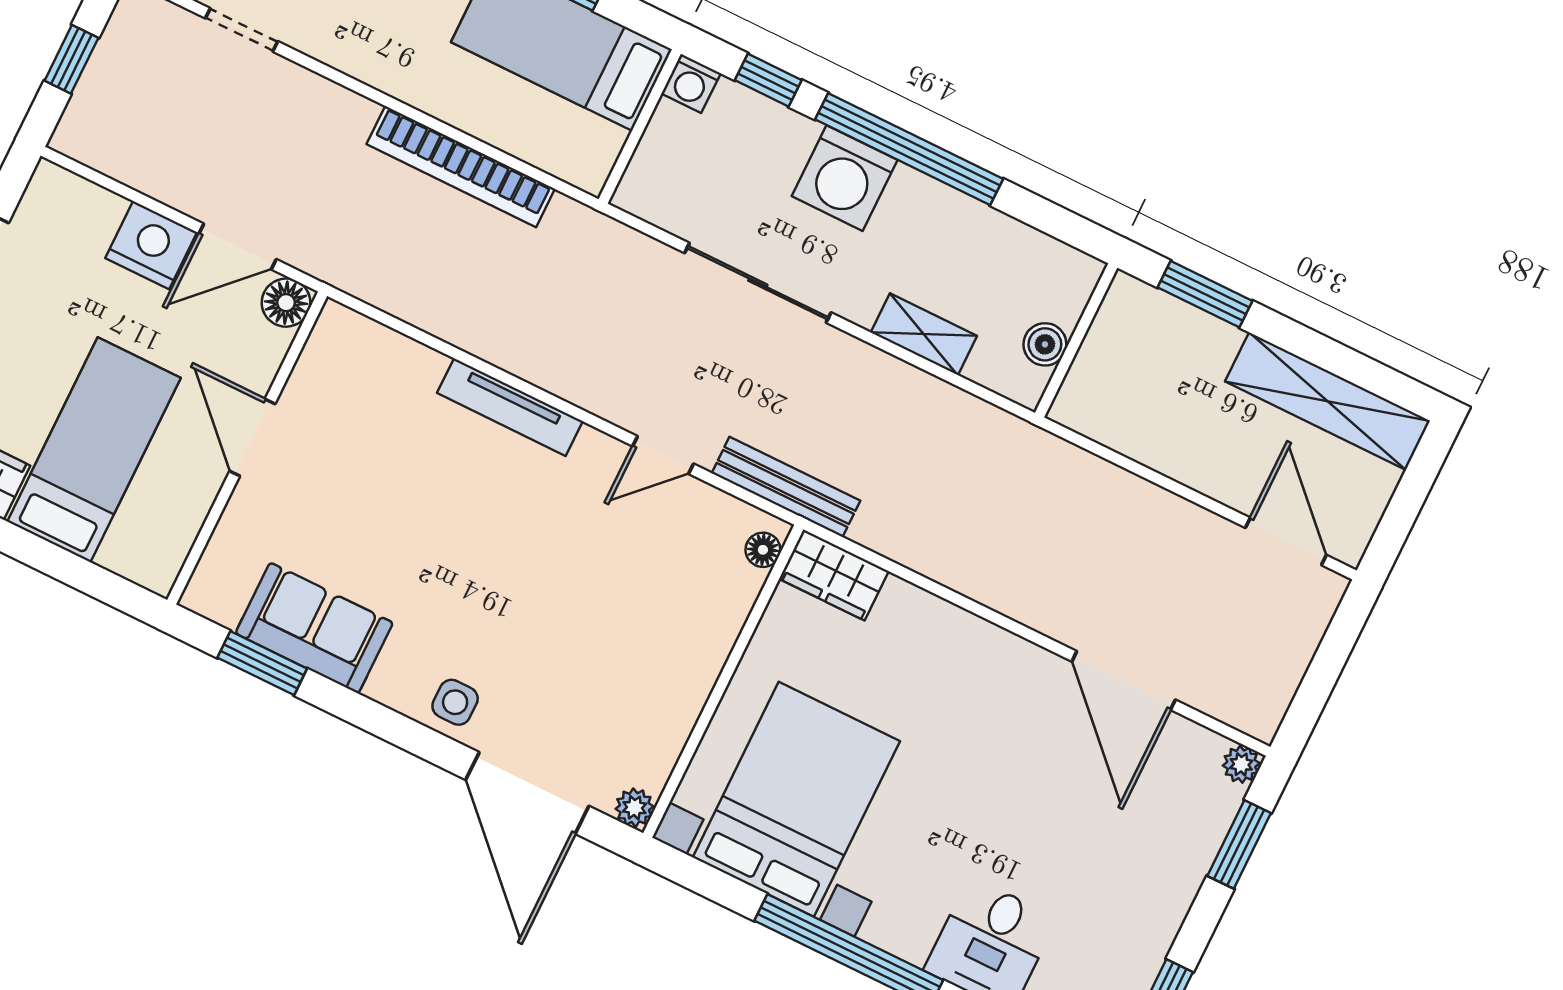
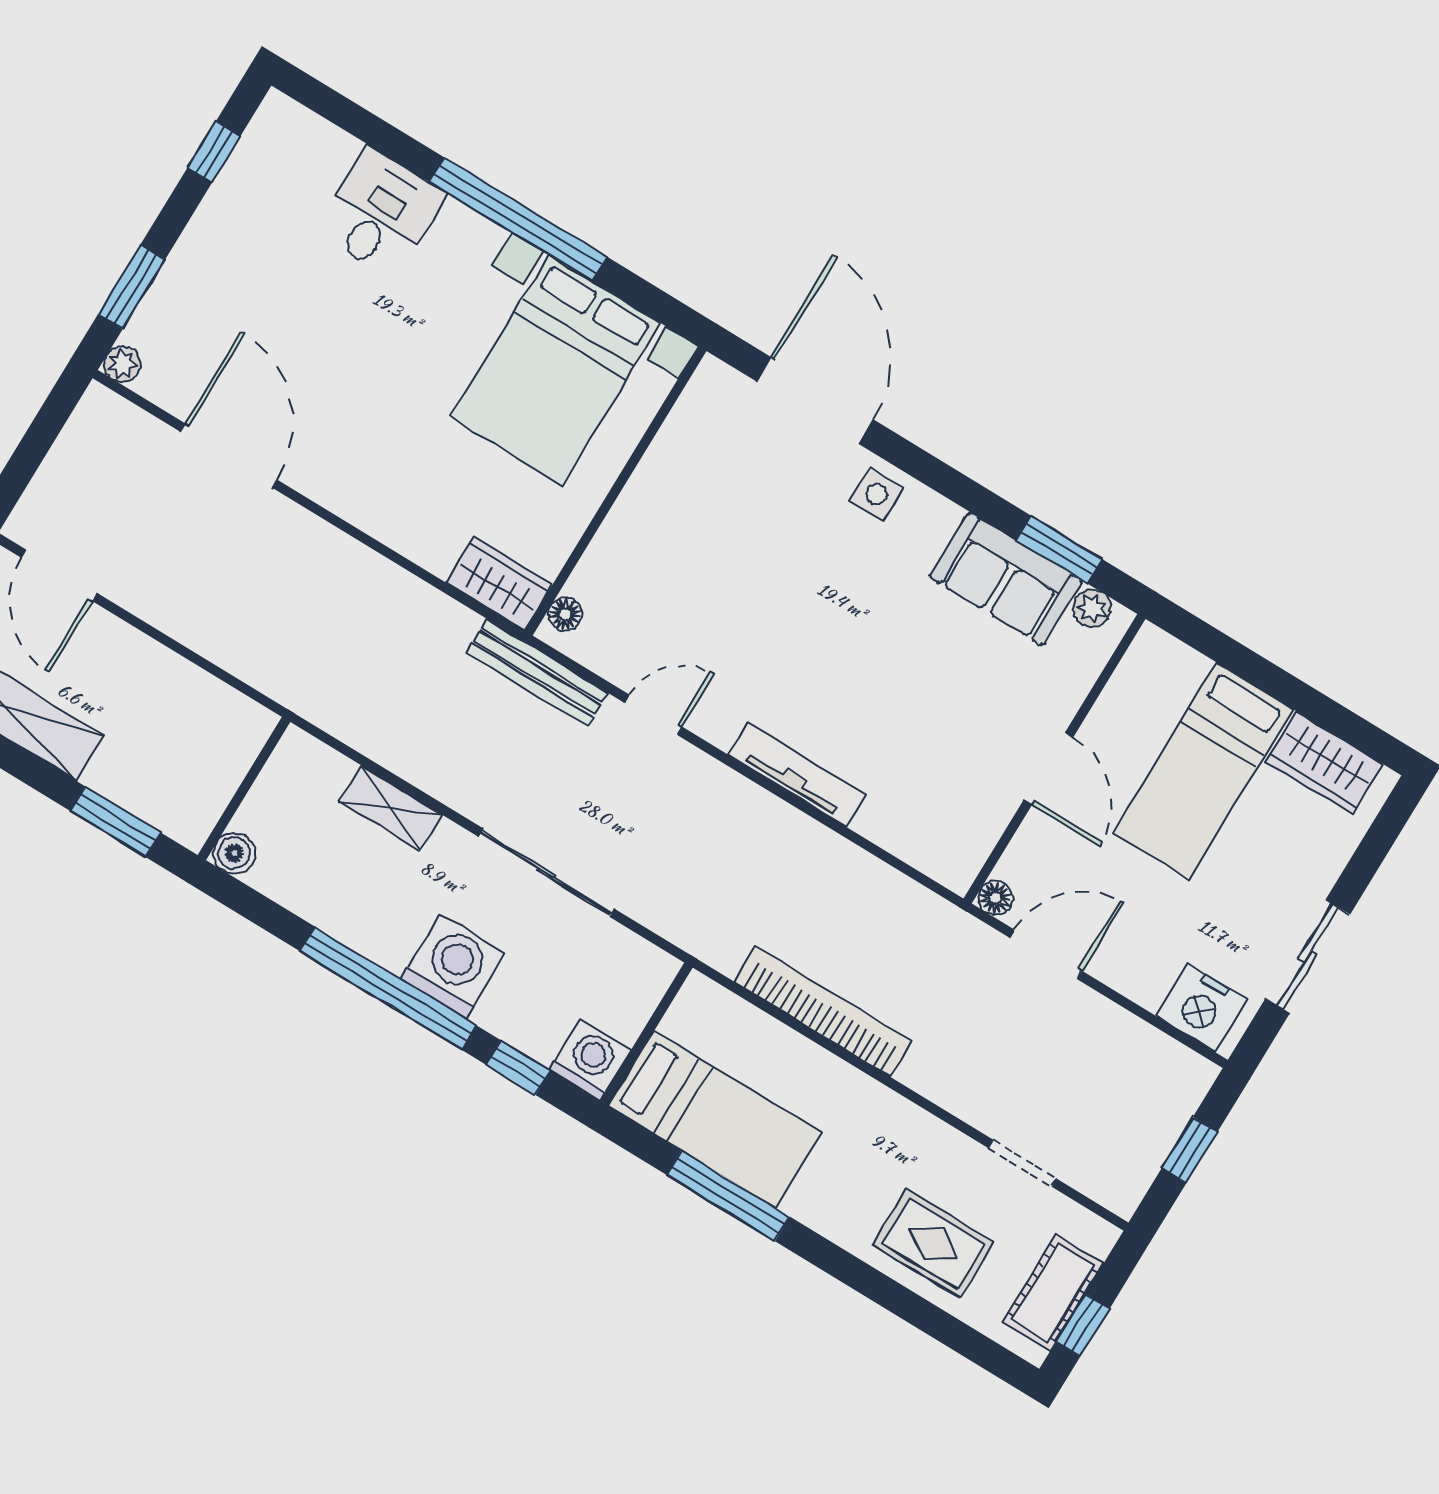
washing machine: (691, 83) -> (590, 1060), width x1.38, depth x1.38
nightstand: (151, 245) -> (1202, 1008), moved
floor lamp: (286, 303) -> (995, 898), width x0.73, depth x0.73
boiler: (1045, 344) -> (234, 853), moved
plant: (634, 808) -> (1092, 608), moved

